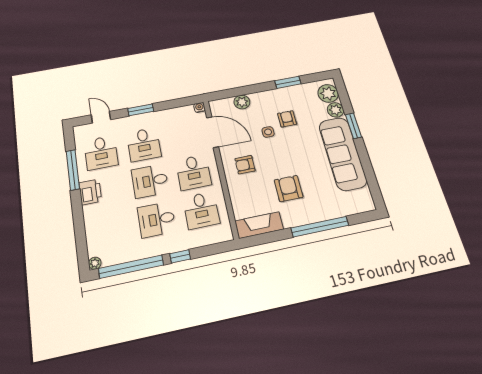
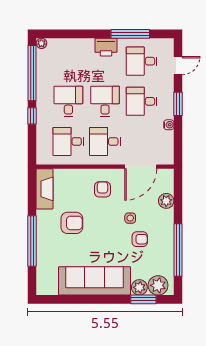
window: (288, 82) -> (178, 250), width x2.11
water cooler: (199, 108) -> (169, 125), moved
window: (353, 126) -> (143, 299), moved

